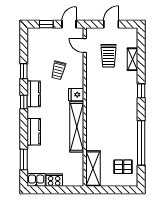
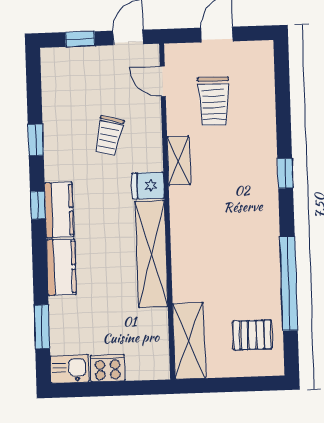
shelving: (133, 59) -> (179, 161), moved
kitchen counter: (34, 94) -> (59, 210), moved

